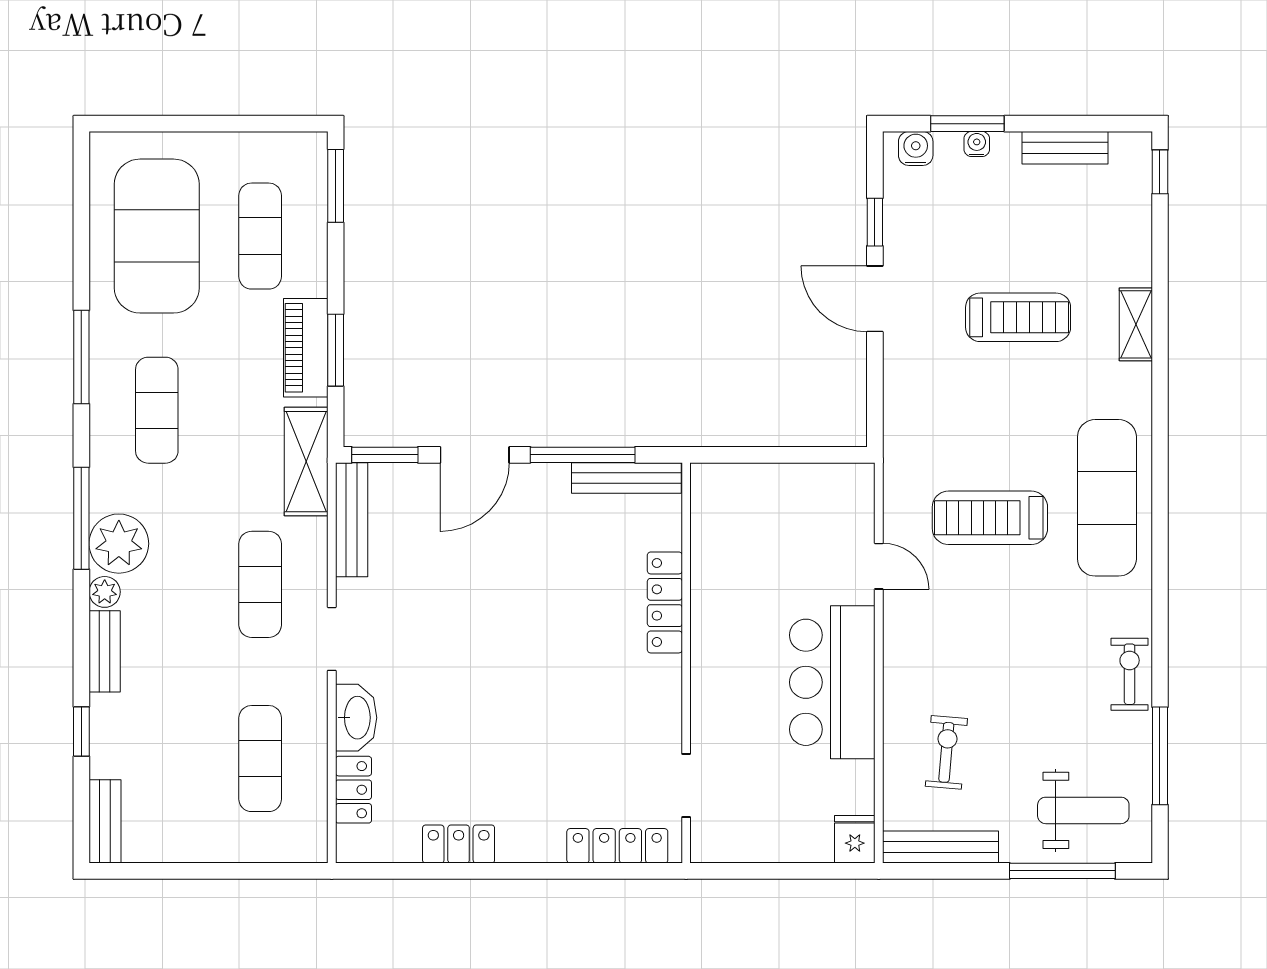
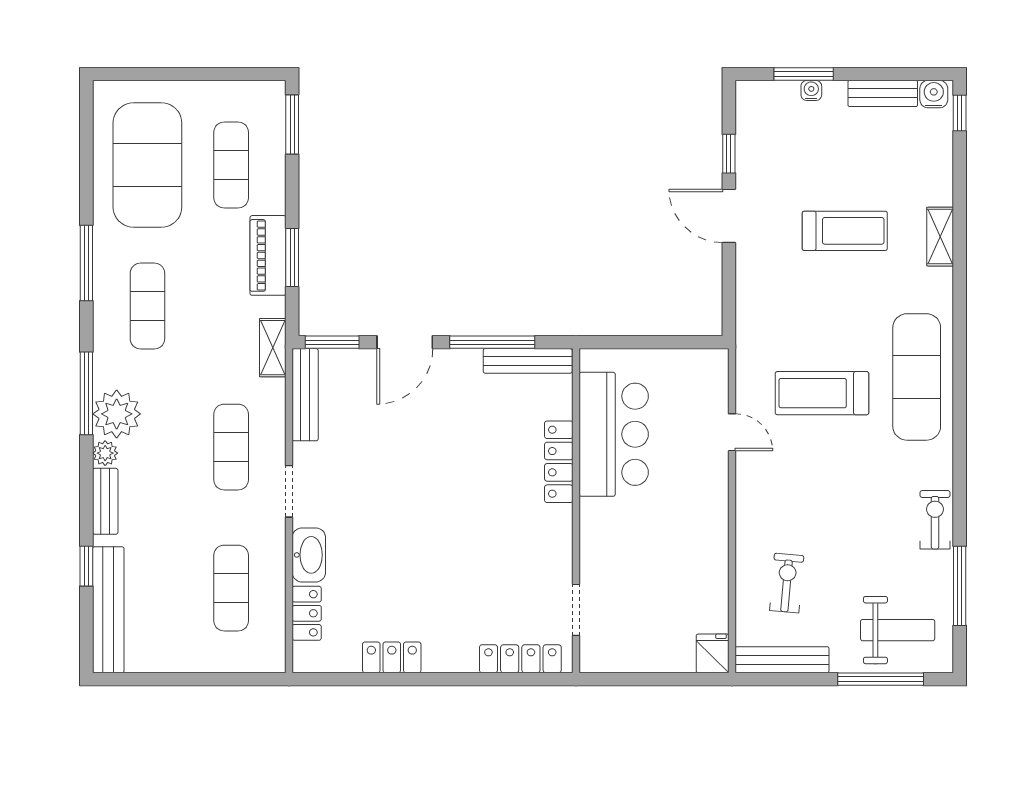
water cooler: (916, 148) -> (934, 94), moved
shelving: (306, 462) -> (273, 348), width x0.67, depth x0.75
bar counter: (832, 682) -> (614, 434), moved, turned 180
bench: (105, 821) -> (108, 610), width x1.86, depth x1.21

